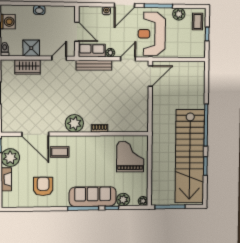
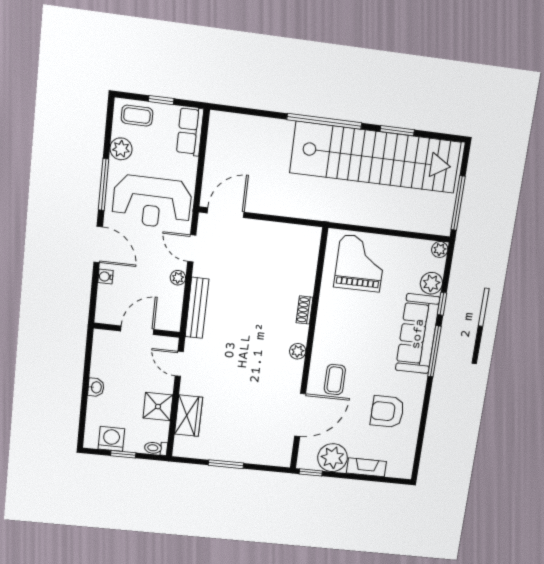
row of seats: (92, 50) -> (190, 131), moved
door: (150, 76) -> (226, 213), hinge flipped
plant: (74, 123) -> (298, 351), width x0.53, depth x0.53
grand piano: (130, 157) -> (360, 263), turned 90

